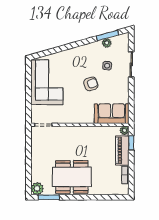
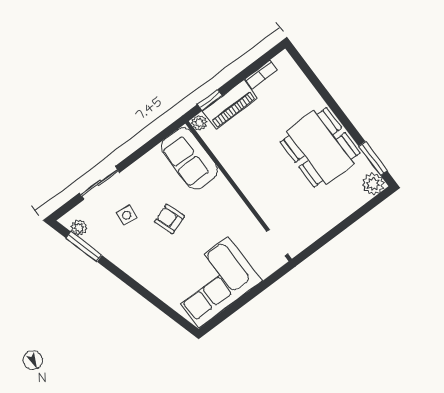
plant: (107, 43) -> (79, 228), moved

